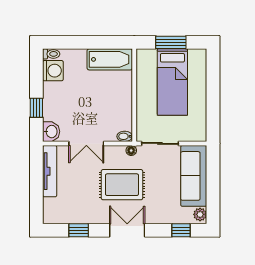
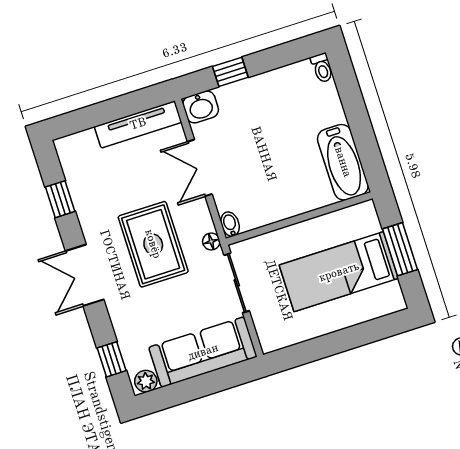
washing machine: (53, 71) -> (297, 79), removed
double door: (127, 230) -> (85, 275), swing flipped

